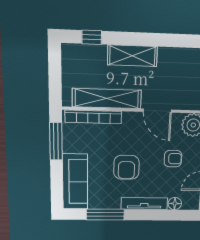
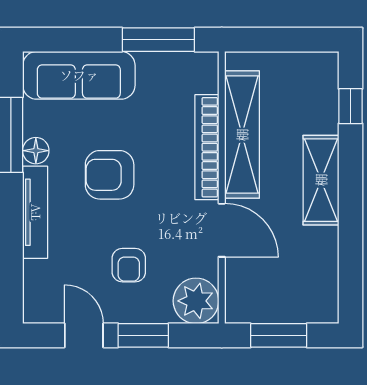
door: (157, 111) -> (222, 230), swing flipped
bookcase: (93, 117) -> (207, 147), moved
floor lamp: (175, 204) -> (36, 151), moved

